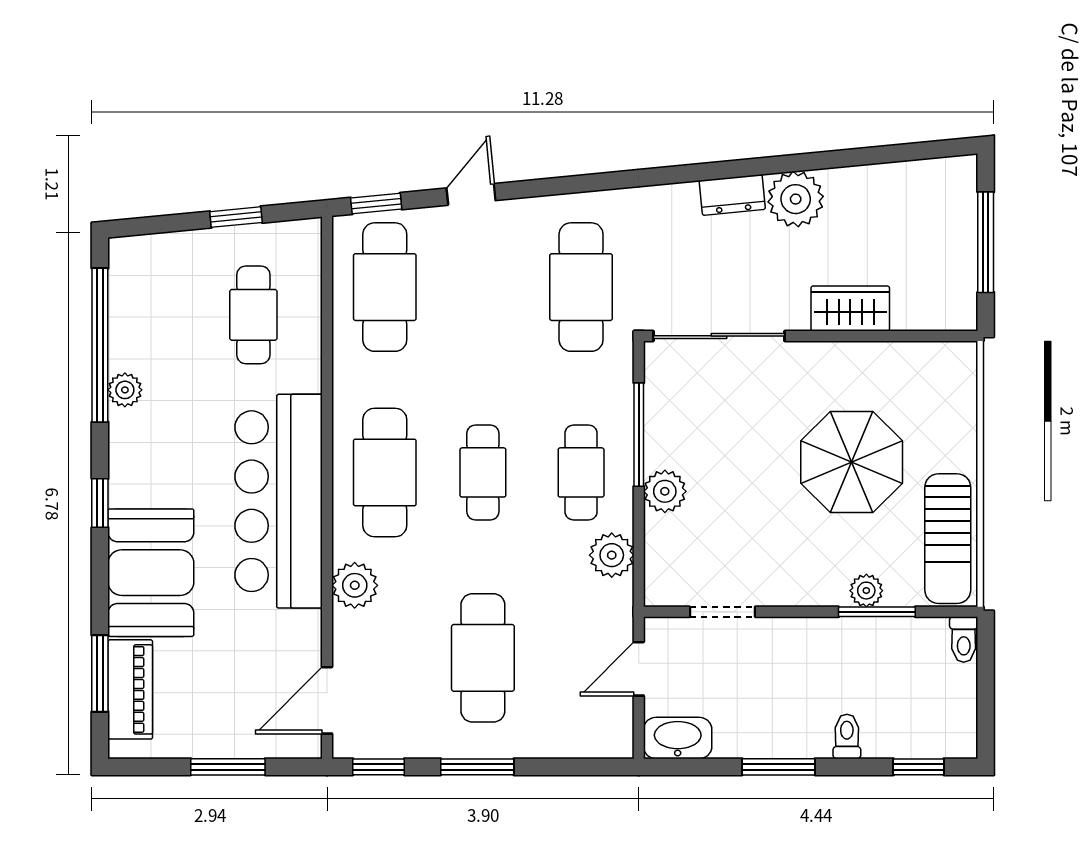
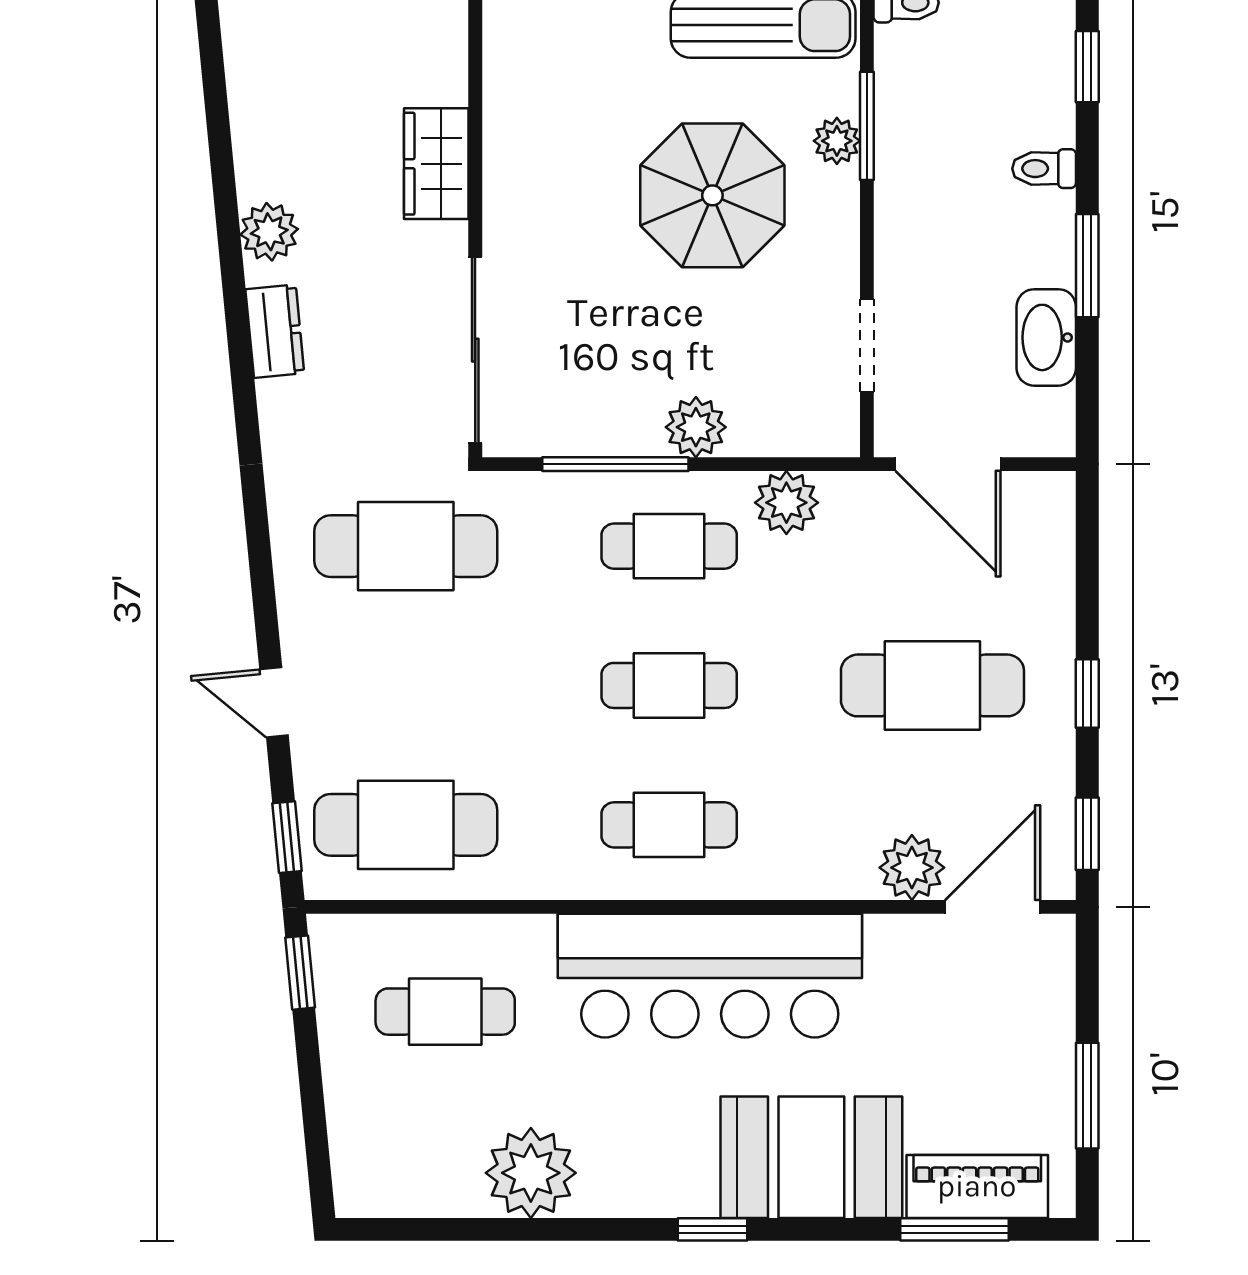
plant: (796, 199) -> (269, 232), width x0.73, depth x0.73
window: (236, 217) -> (300, 973), moved
window: (100, 345) -> (488, 1229), removed
plant: (125, 390) -> (531, 1173), width x1.88, depth x1.88
parasol: (852, 462) -> (712, 195), moved
cafe table: (385, 472) -> (669, 825), width x0.73, depth x0.74
plant: (355, 585) -> (912, 868), moved
door: (639, 669) -> (948, 464), width x1.38
door: (327, 700) -> (993, 907), swing flipped
washbasin: (678, 738) -> (1046, 337), moved
window: (228, 767) -> (1087, 1096), moved
window: (477, 767) -> (1087, 694), width x0.67

